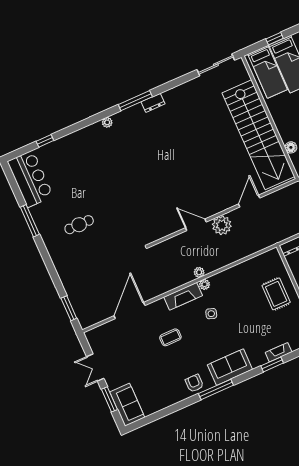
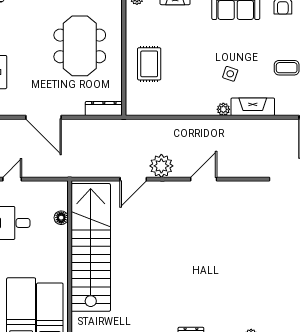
door: (196, 225) -> (204, 179), swing flipped
plant: (222, 225) -> (161, 166), moved
plant: (199, 272) -> (223, 125), removed

